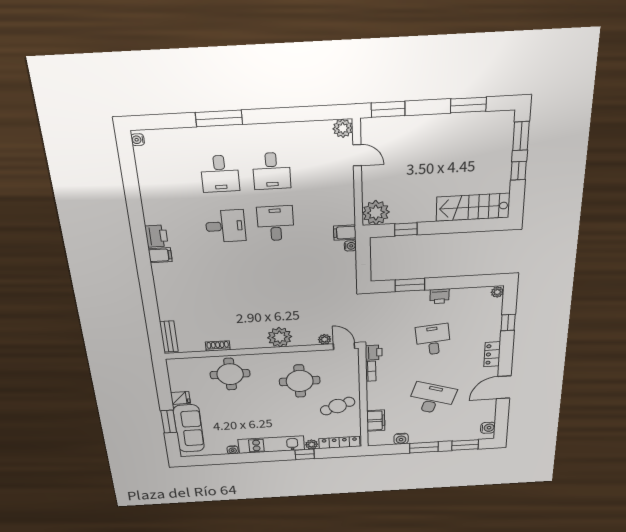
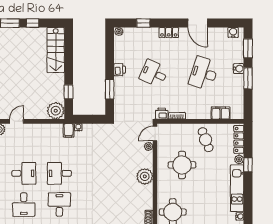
desk: (220, 174) -> (24, 204), turned 90
desk: (433, 340) -> (154, 73), turned 30
water cooler: (401, 439) -> (239, 69), moved

